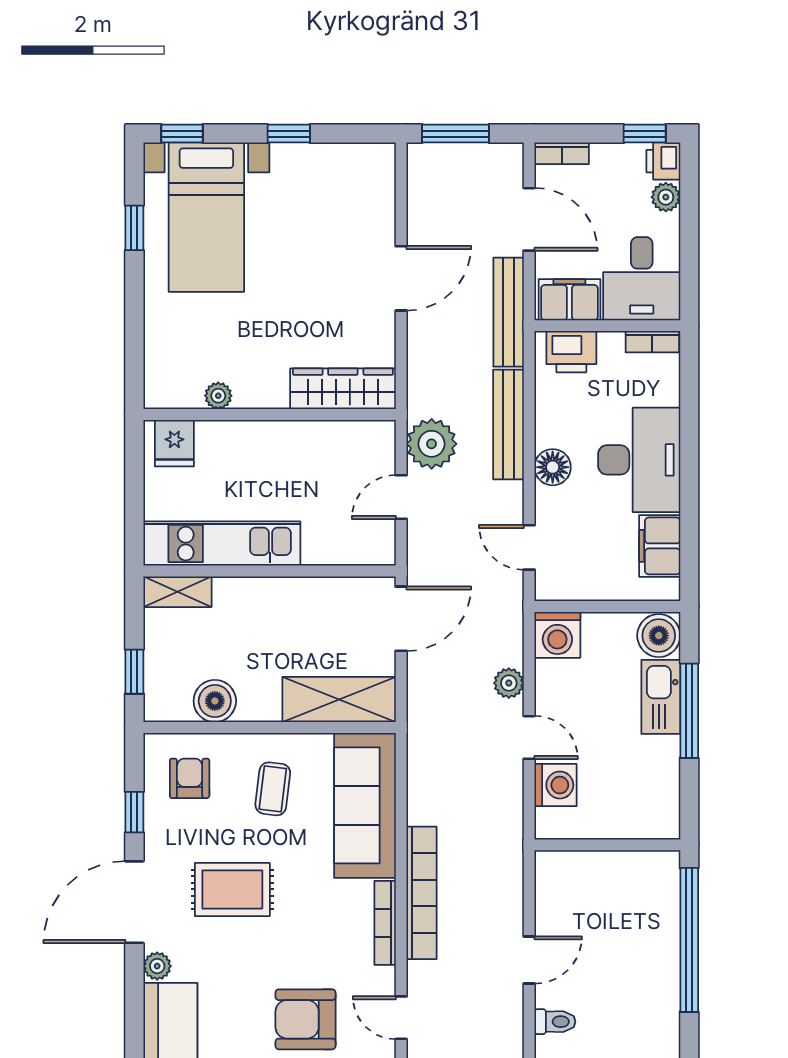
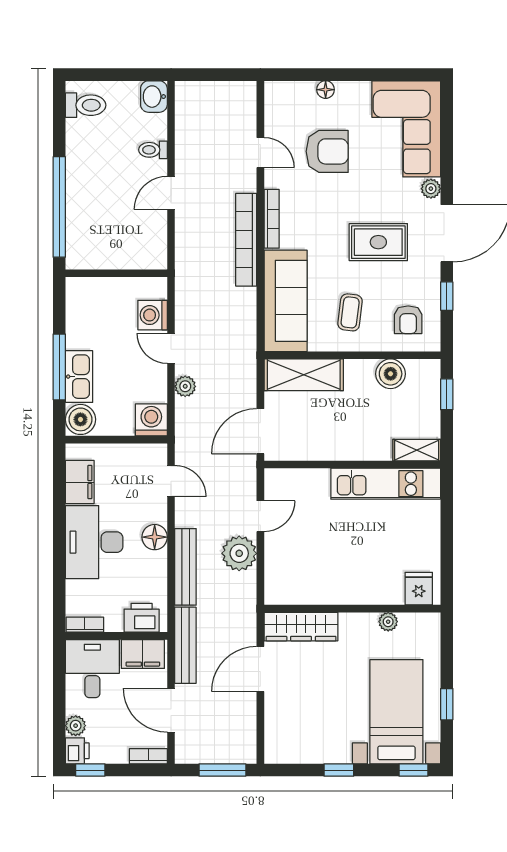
wardrobe: (343, 389) -> (301, 627), moved
plant: (218, 396) -> (388, 622), moved
wall: (270, 415) -> (352, 609), moved
fridge: (174, 443) -> (419, 589), moved

